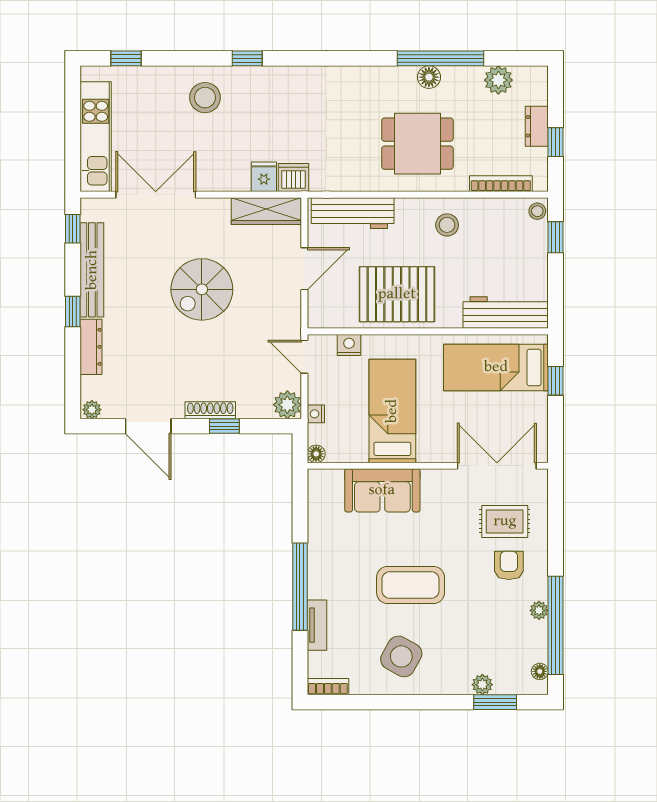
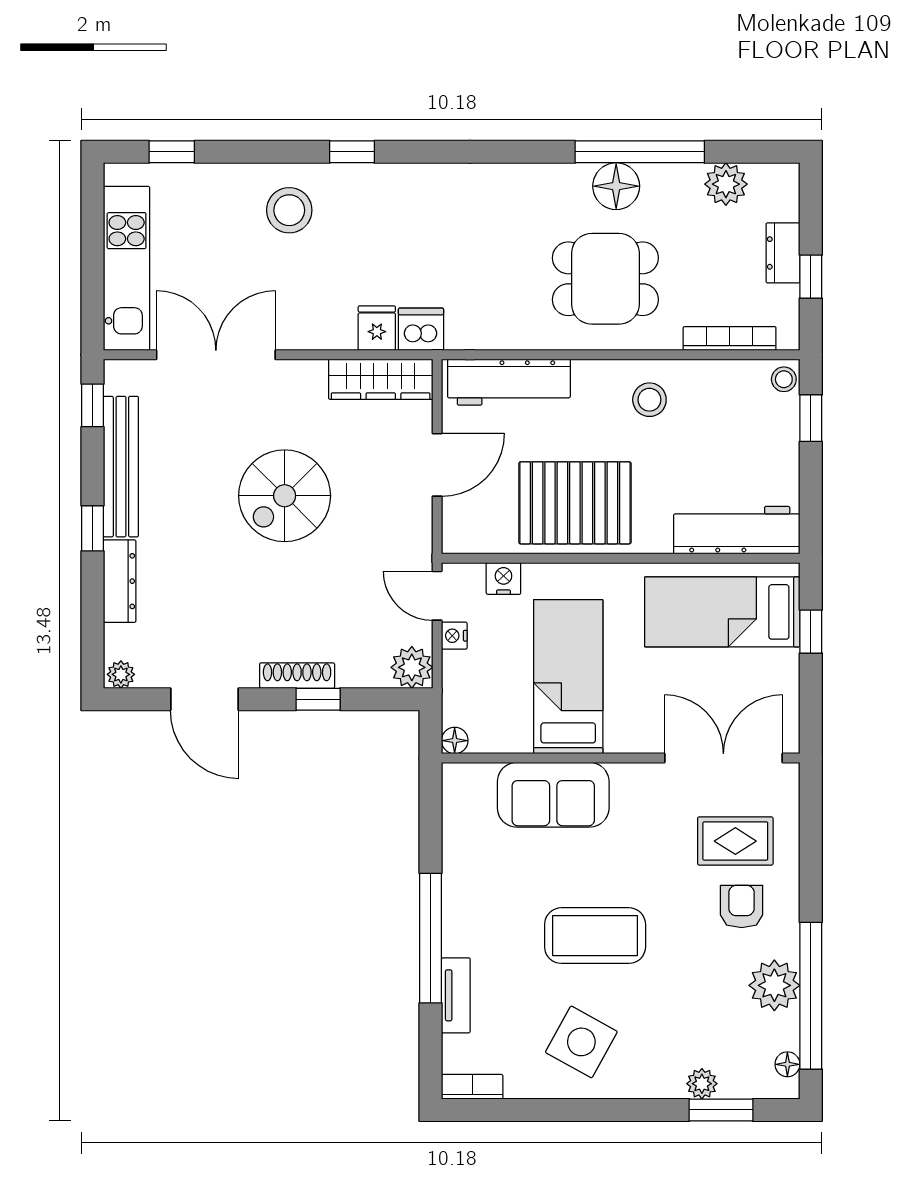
floor lamp: (429, 77) -> (616, 186), width x1.38, depth x1.38
nightstand: (316, 414) -> (454, 636), moved
plant: (539, 610) -> (774, 985), width x1.88, depth x1.88

